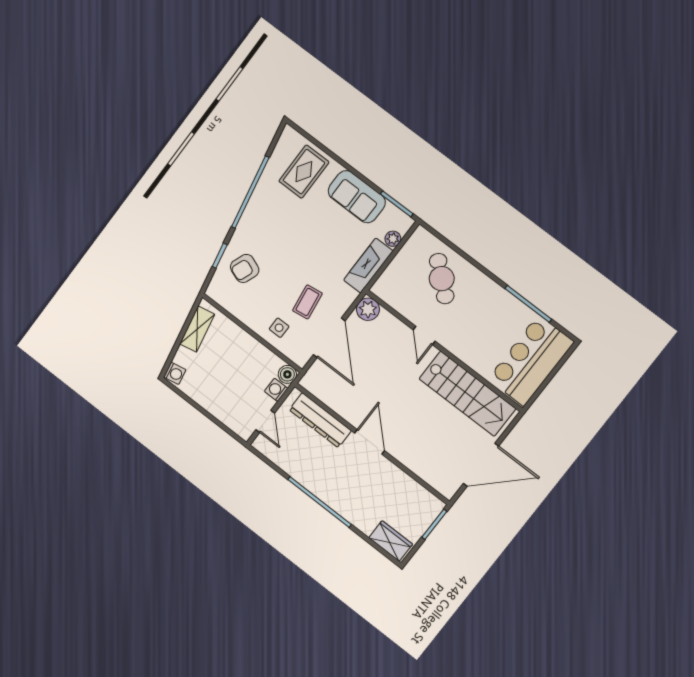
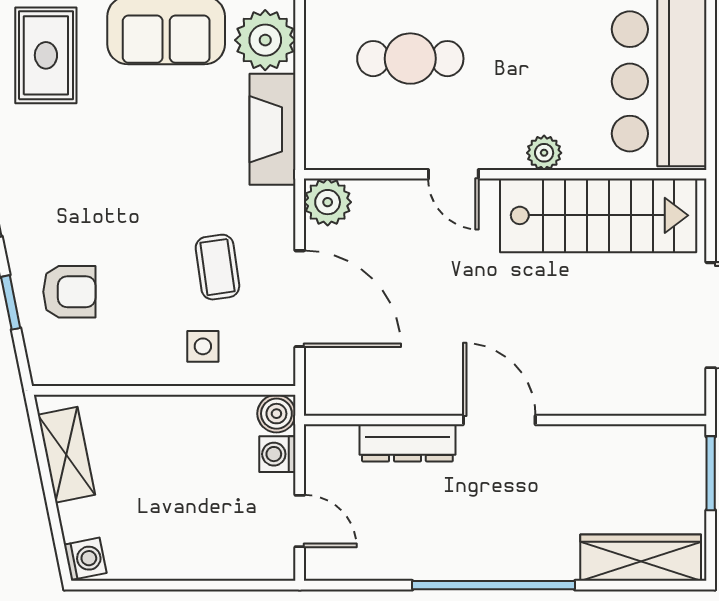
plant: (393, 239) -> (265, 40), width x1.88, depth x1.88
armchair: (245, 268) -> (69, 292), turned -111
cafe table: (442, 279) -> (410, 59), turned -41
plant: (465, 354) -> (544, 153), added
dresser: (320, 420) -> (407, 443), width x0.73, depth x0.80
wardrobe: (391, 541) -> (641, 558), width x1.50

